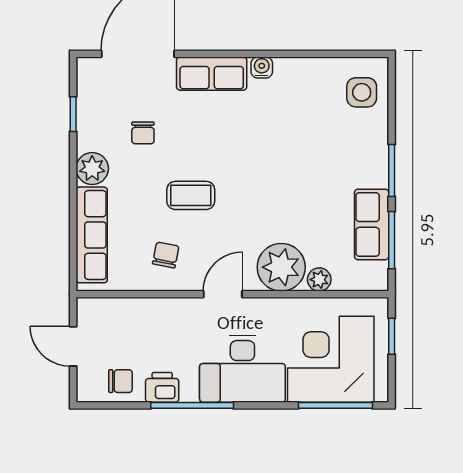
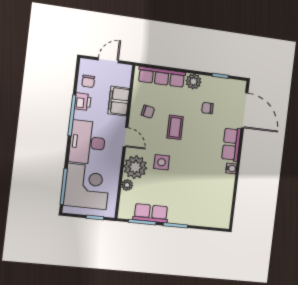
side table: (362, 92) -> (162, 162), moved
filing cabinet: (152, 316) -> (119, 101), added

